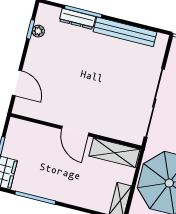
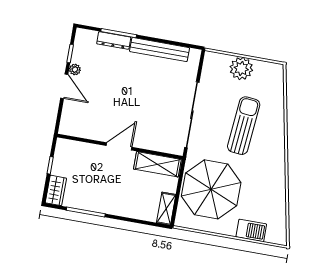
plant: (38, 31) -> (75, 69), moved
door: (17, 83) -> (64, 86), moved
door: (75, 131) -> (119, 146), swing flipped

